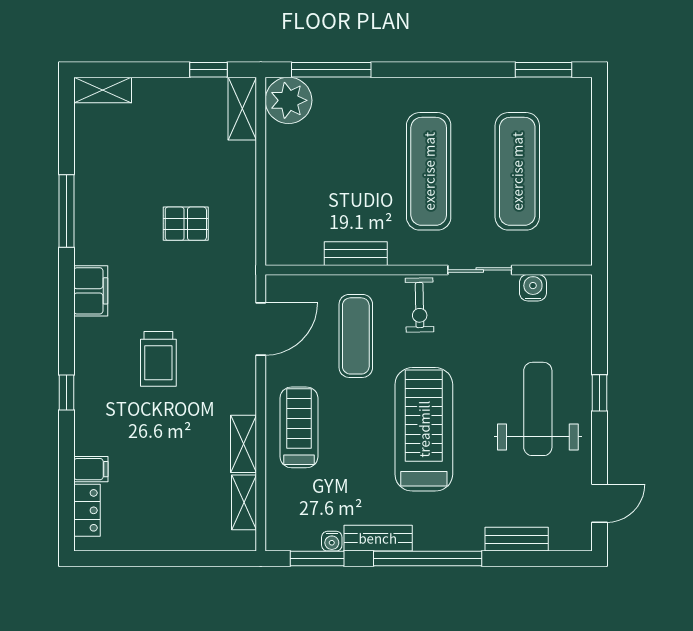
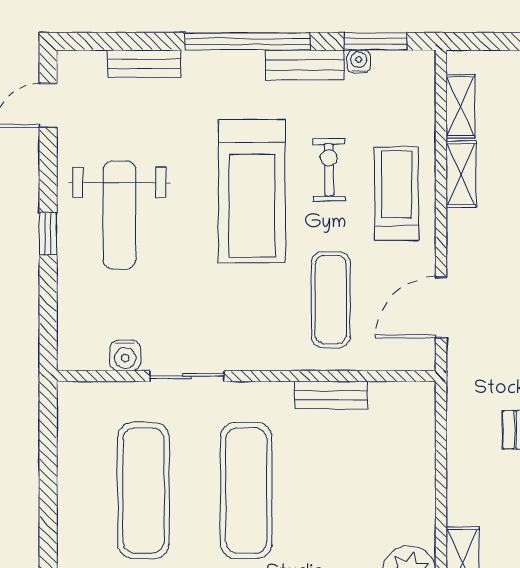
exercise bike: (420, 305) -> (329, 170), moved
treadmill: (299, 427) -> (397, 193), turned 180

